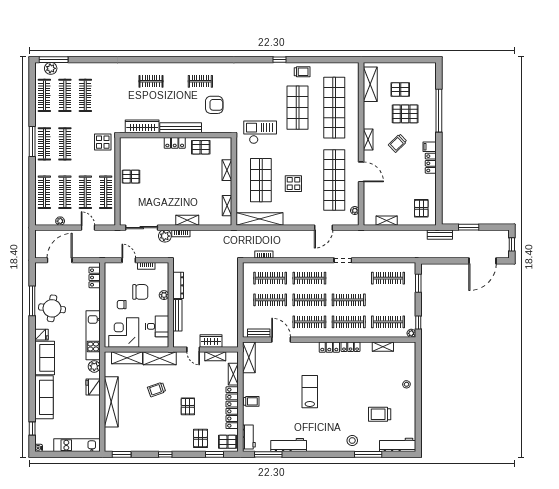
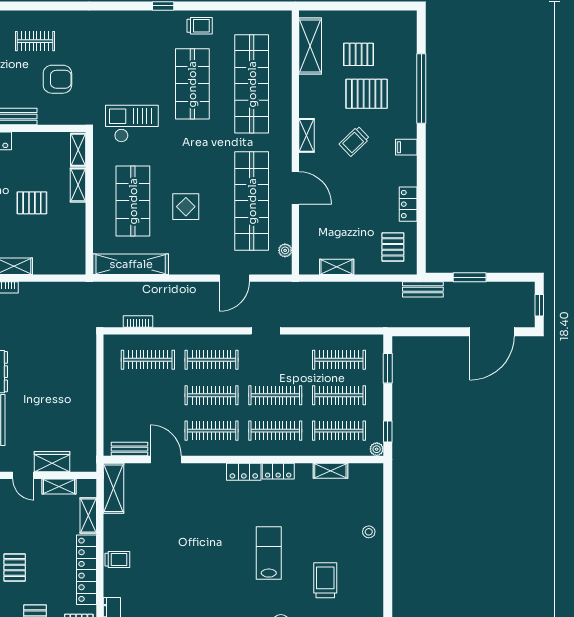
pallet: (201, 147) -> (32, 203), moved
locker: (431, 163) -> (408, 204), moved
shelving: (227, 206) -> (78, 150), moved
clothes rail: (270, 300) -> (339, 395), moved
lab bench: (310, 392) -> (269, 553), moved
trolley: (380, 414) -> (325, 580), turned 90

